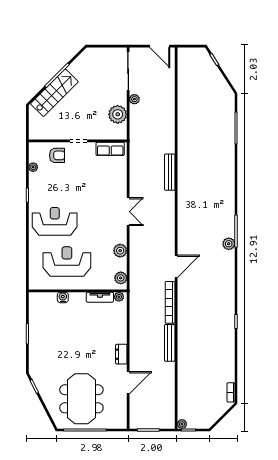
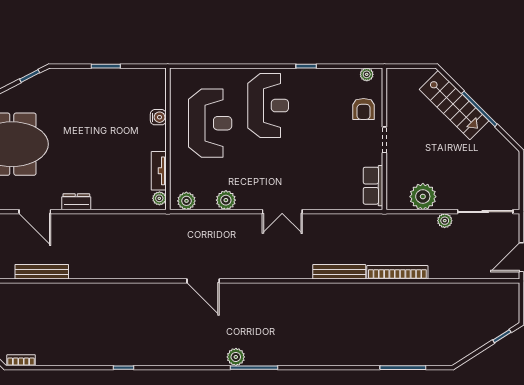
plant: (33, 167) -> (367, 74), moved
bookcase: (170, 302) -> (397, 272), moved
bench: (170, 343) -> (42, 272), moved

